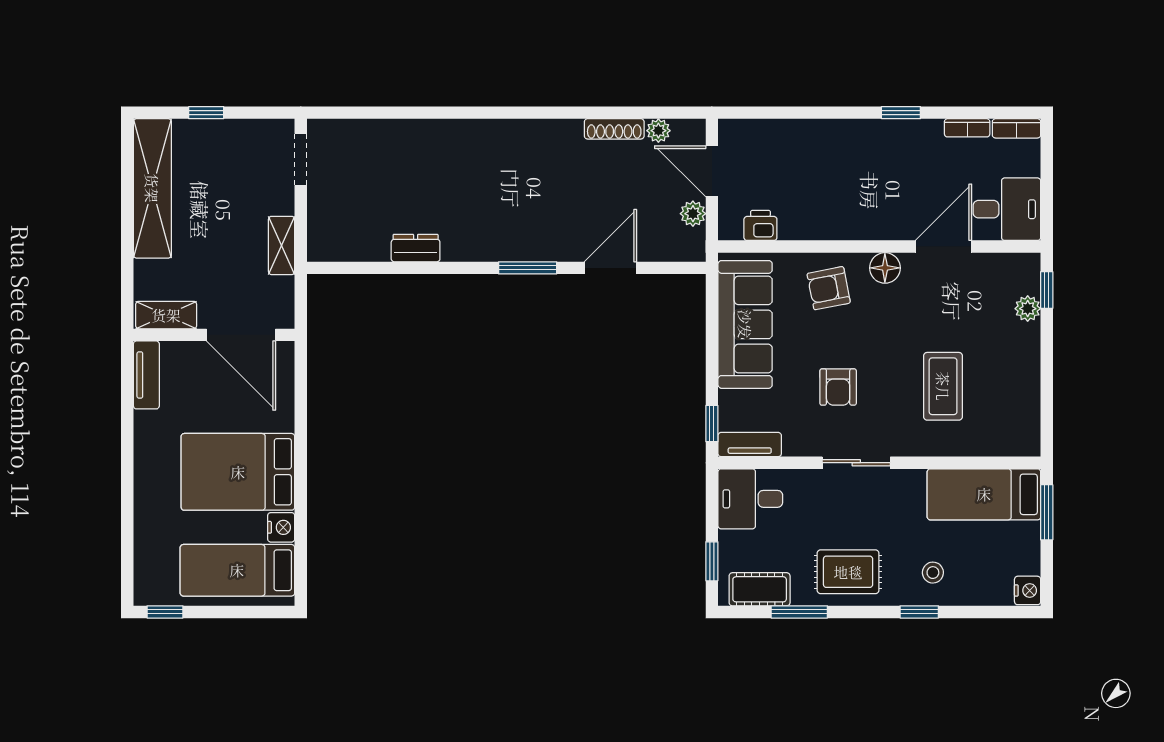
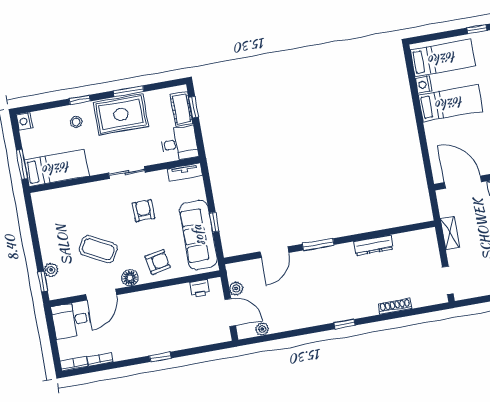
window: (505, 113) -> (345, 324), added
window: (901, 113) -> (160, 357), moved
shoe rack: (614, 129) -> (395, 306), moved
dresser: (416, 248) -> (373, 245), width x1.44
coffee table: (943, 386) -> (98, 249), moved, turned -62
window: (712, 424) -> (214, 222), moved
bed: (238, 472) -> (450, 103), width x0.67
rug: (848, 572) -> (121, 114), width x1.36, depth x1.43
cot: (760, 589) -> (182, 109), moved, turned 90
window: (799, 612) -> (129, 91), moved

